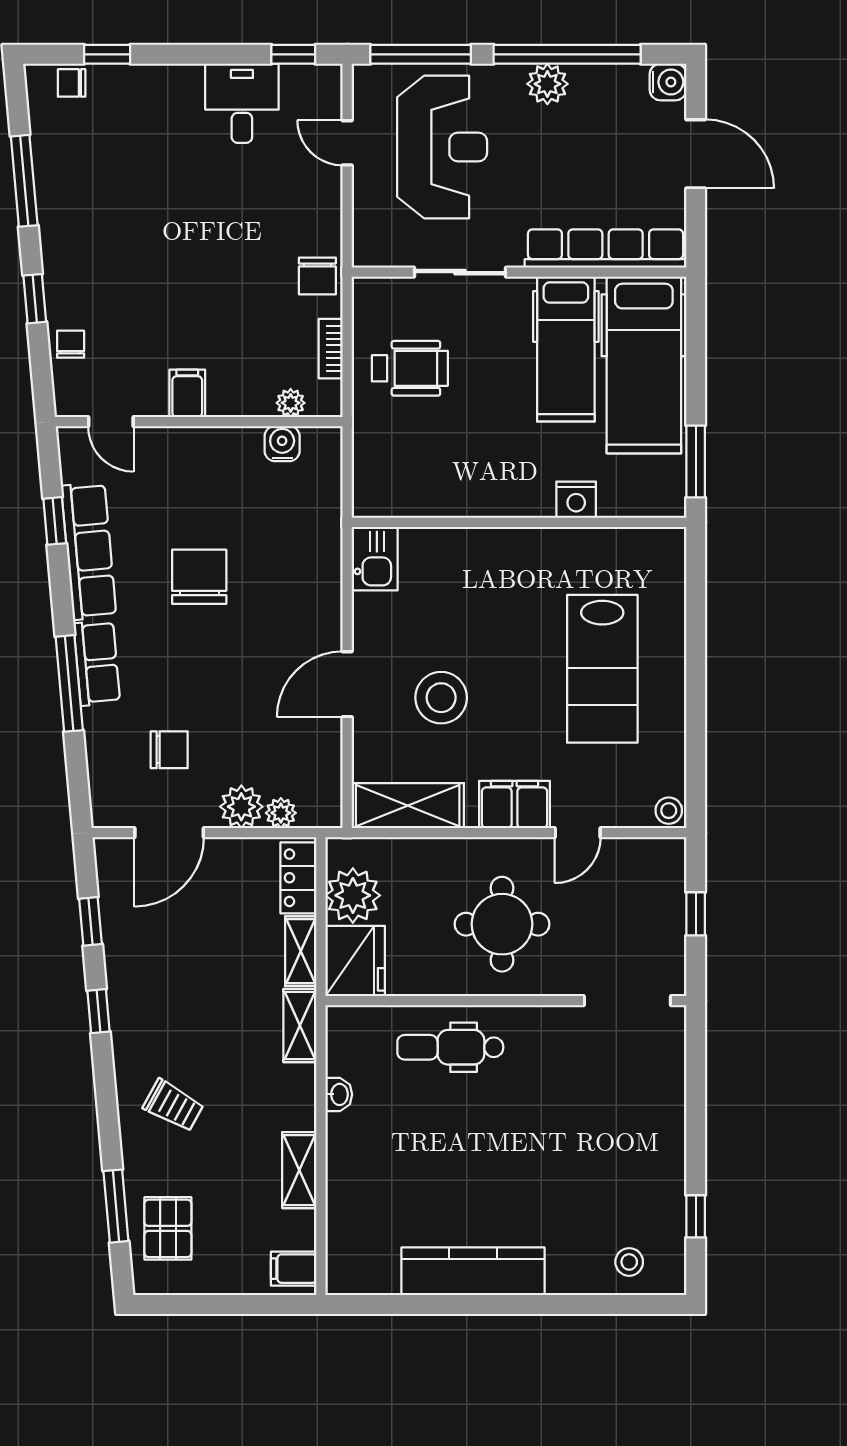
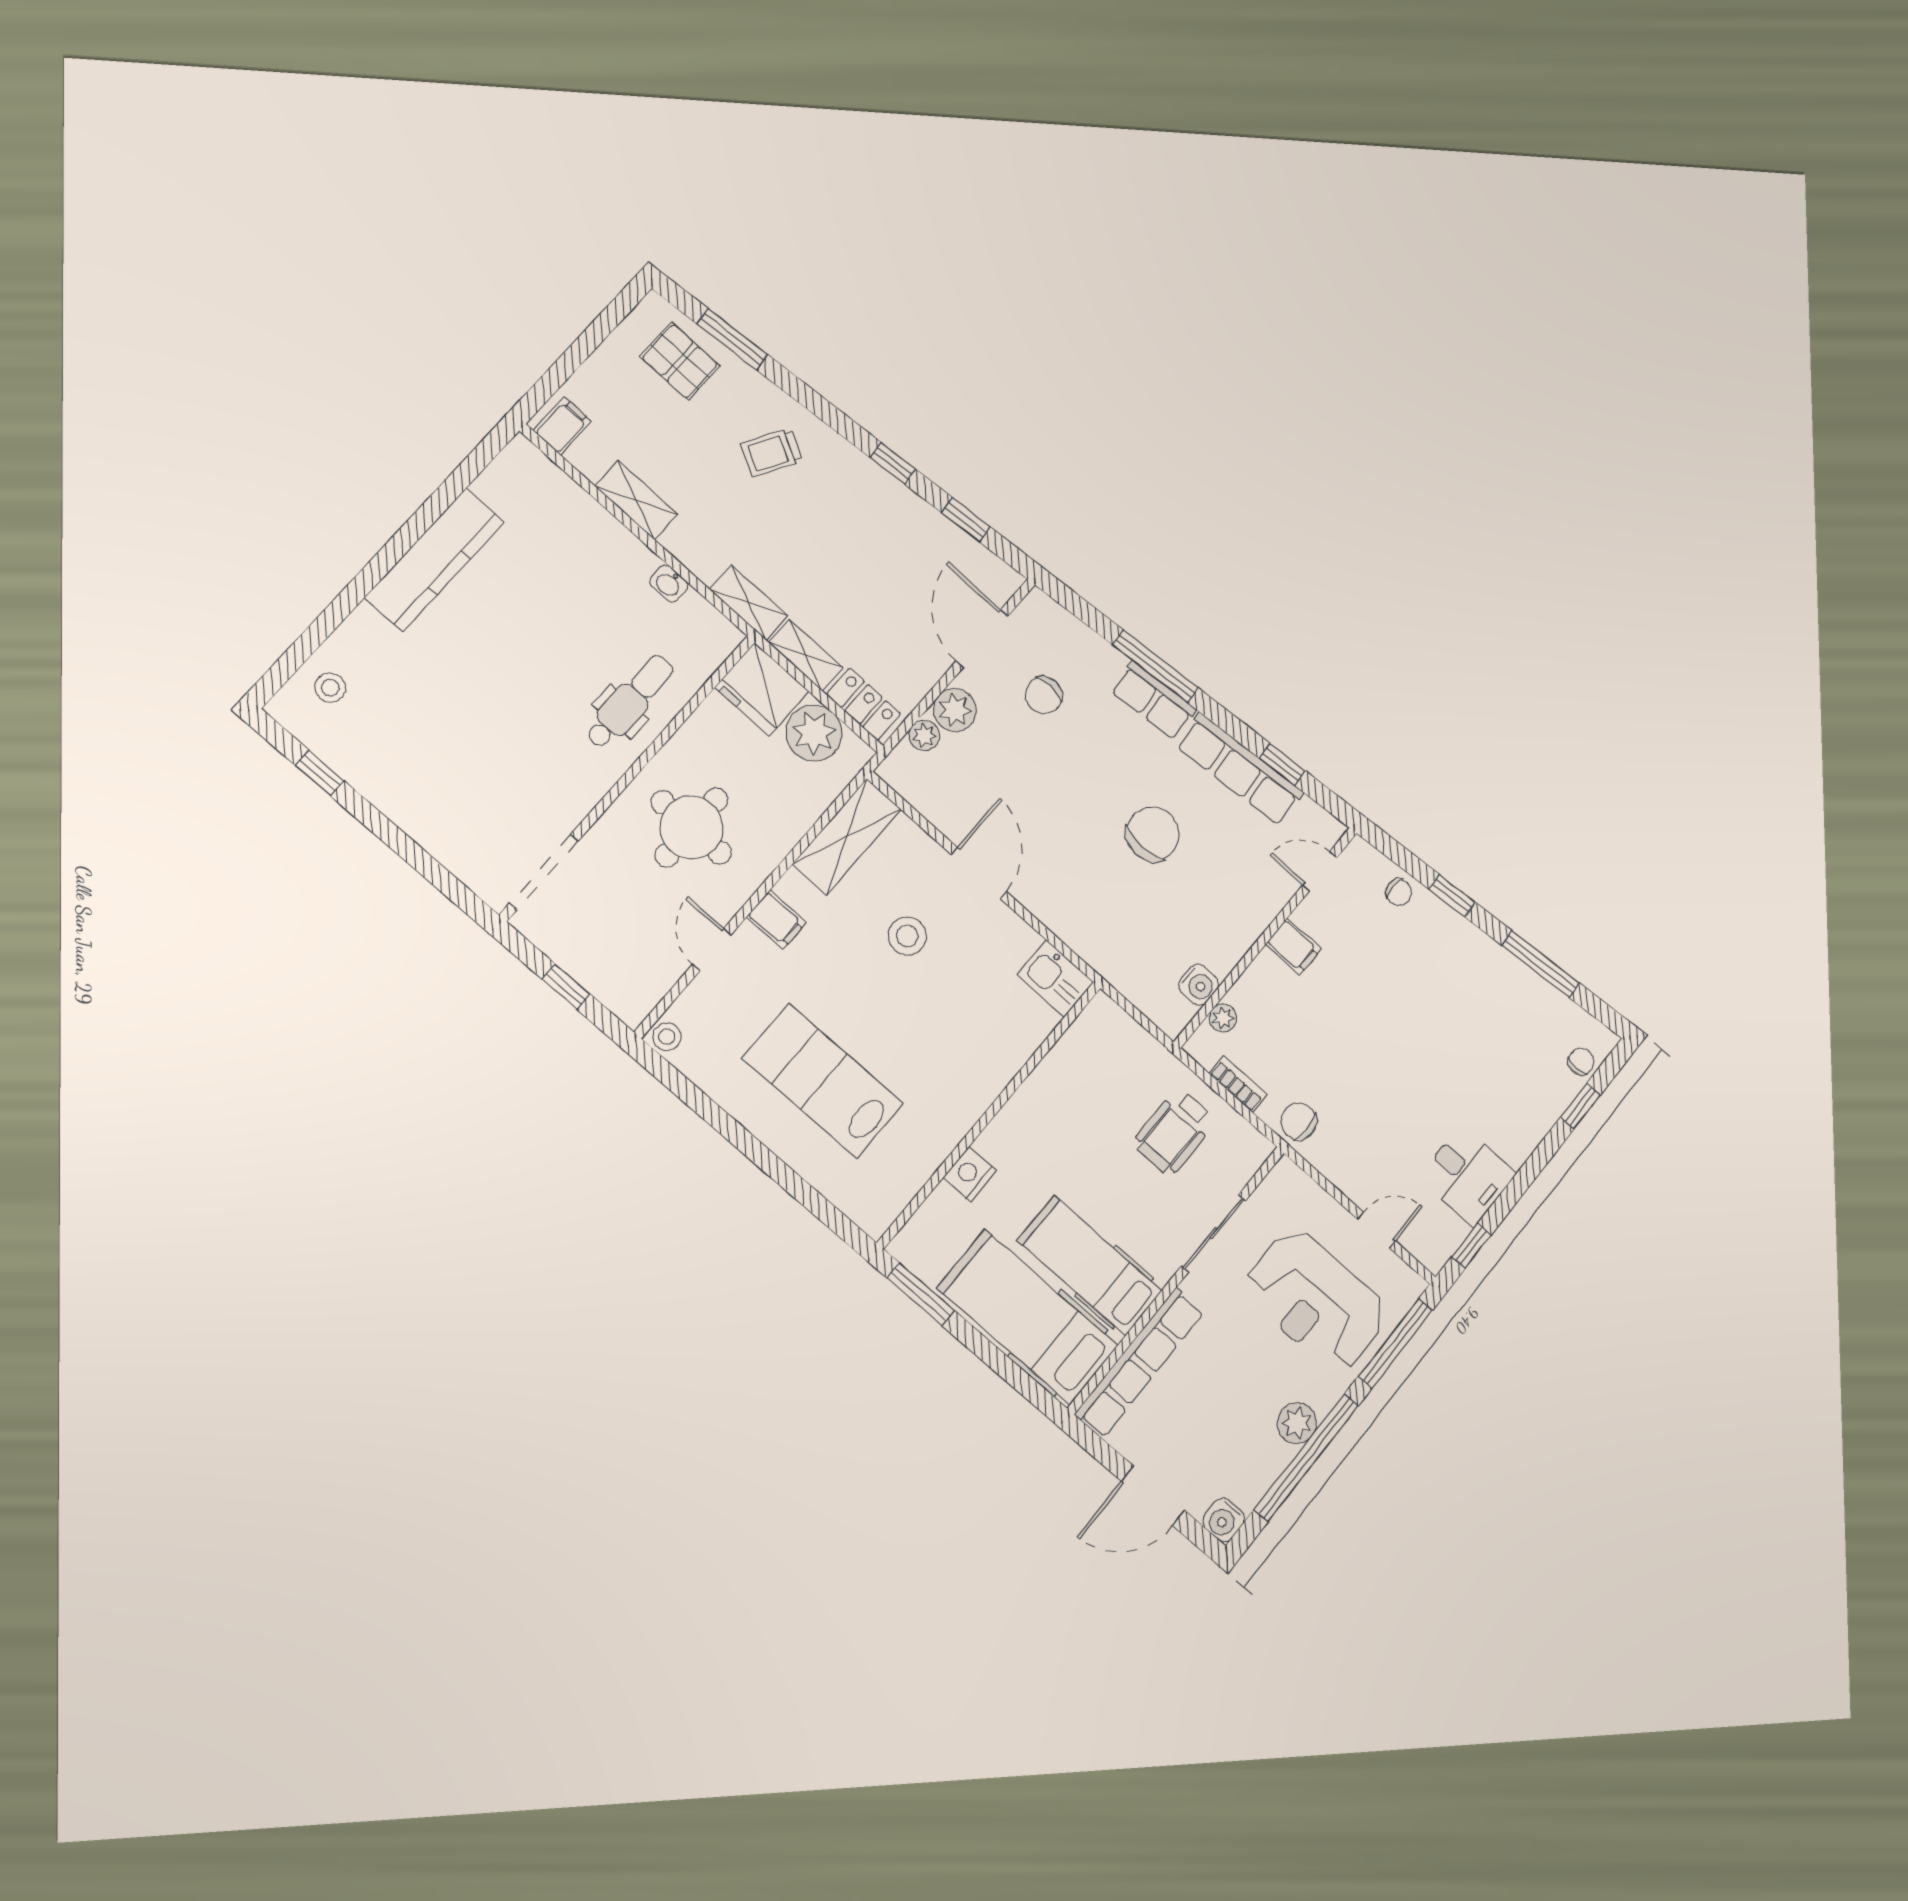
chair: (199, 577) -> (1153, 834), turned -90
stool: (441, 698) -> (907, 936), width x0.73, depth x0.73
filing cabinet: (514, 804) -> (776, 920), width x0.50

